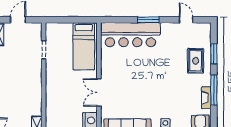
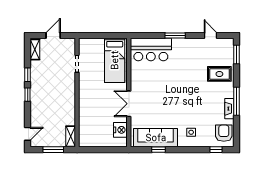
bar counter: (130, 35) -> (151, 50), width x0.73
window: (214, 54) -> (236, 54), moved
rug: (196, 61) -> (219, 74), turned 90

